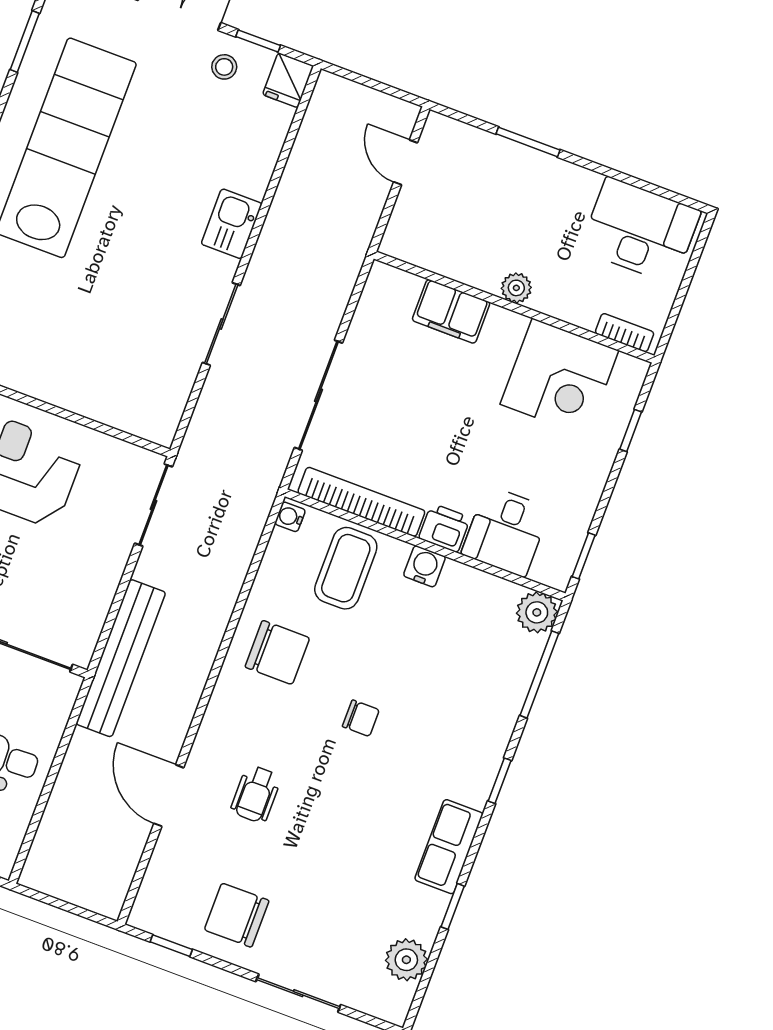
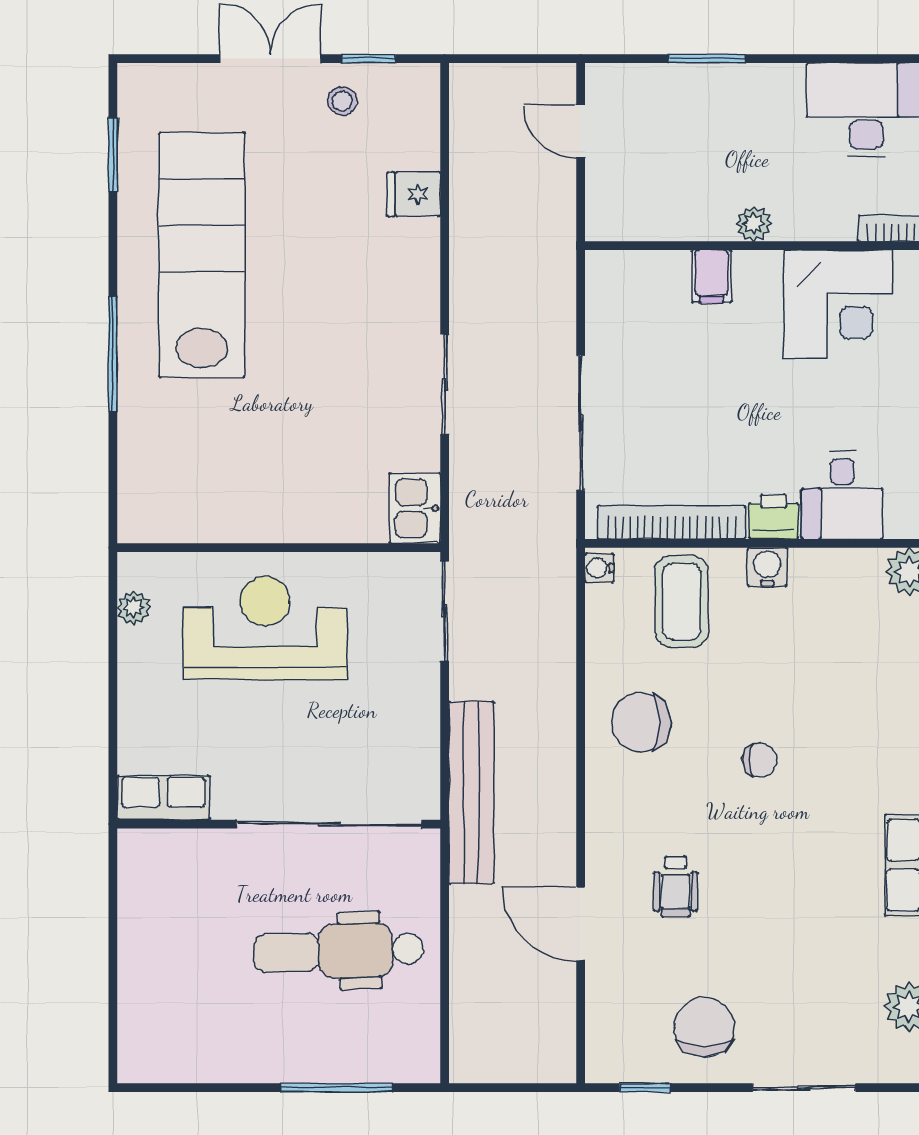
fridge: (288, 80) -> (414, 194), moved, turned 90
kitchen sink: (232, 224) -> (415, 508), moved
filing cabinet: (451, 311) -> (712, 276), width x0.50
chair: (277, 652) -> (641, 722), turned 180
chair: (237, 915) -> (704, 1027), turned 90

